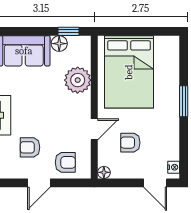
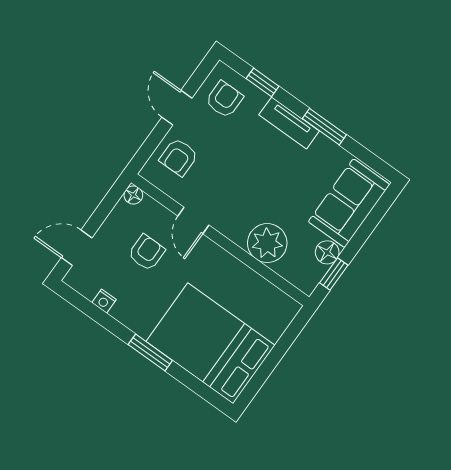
bed: (129, 72) -> (210, 343), moved
armchair: (30, 147) -> (224, 99), moved
nightstand: (174, 167) -> (104, 301), moved

